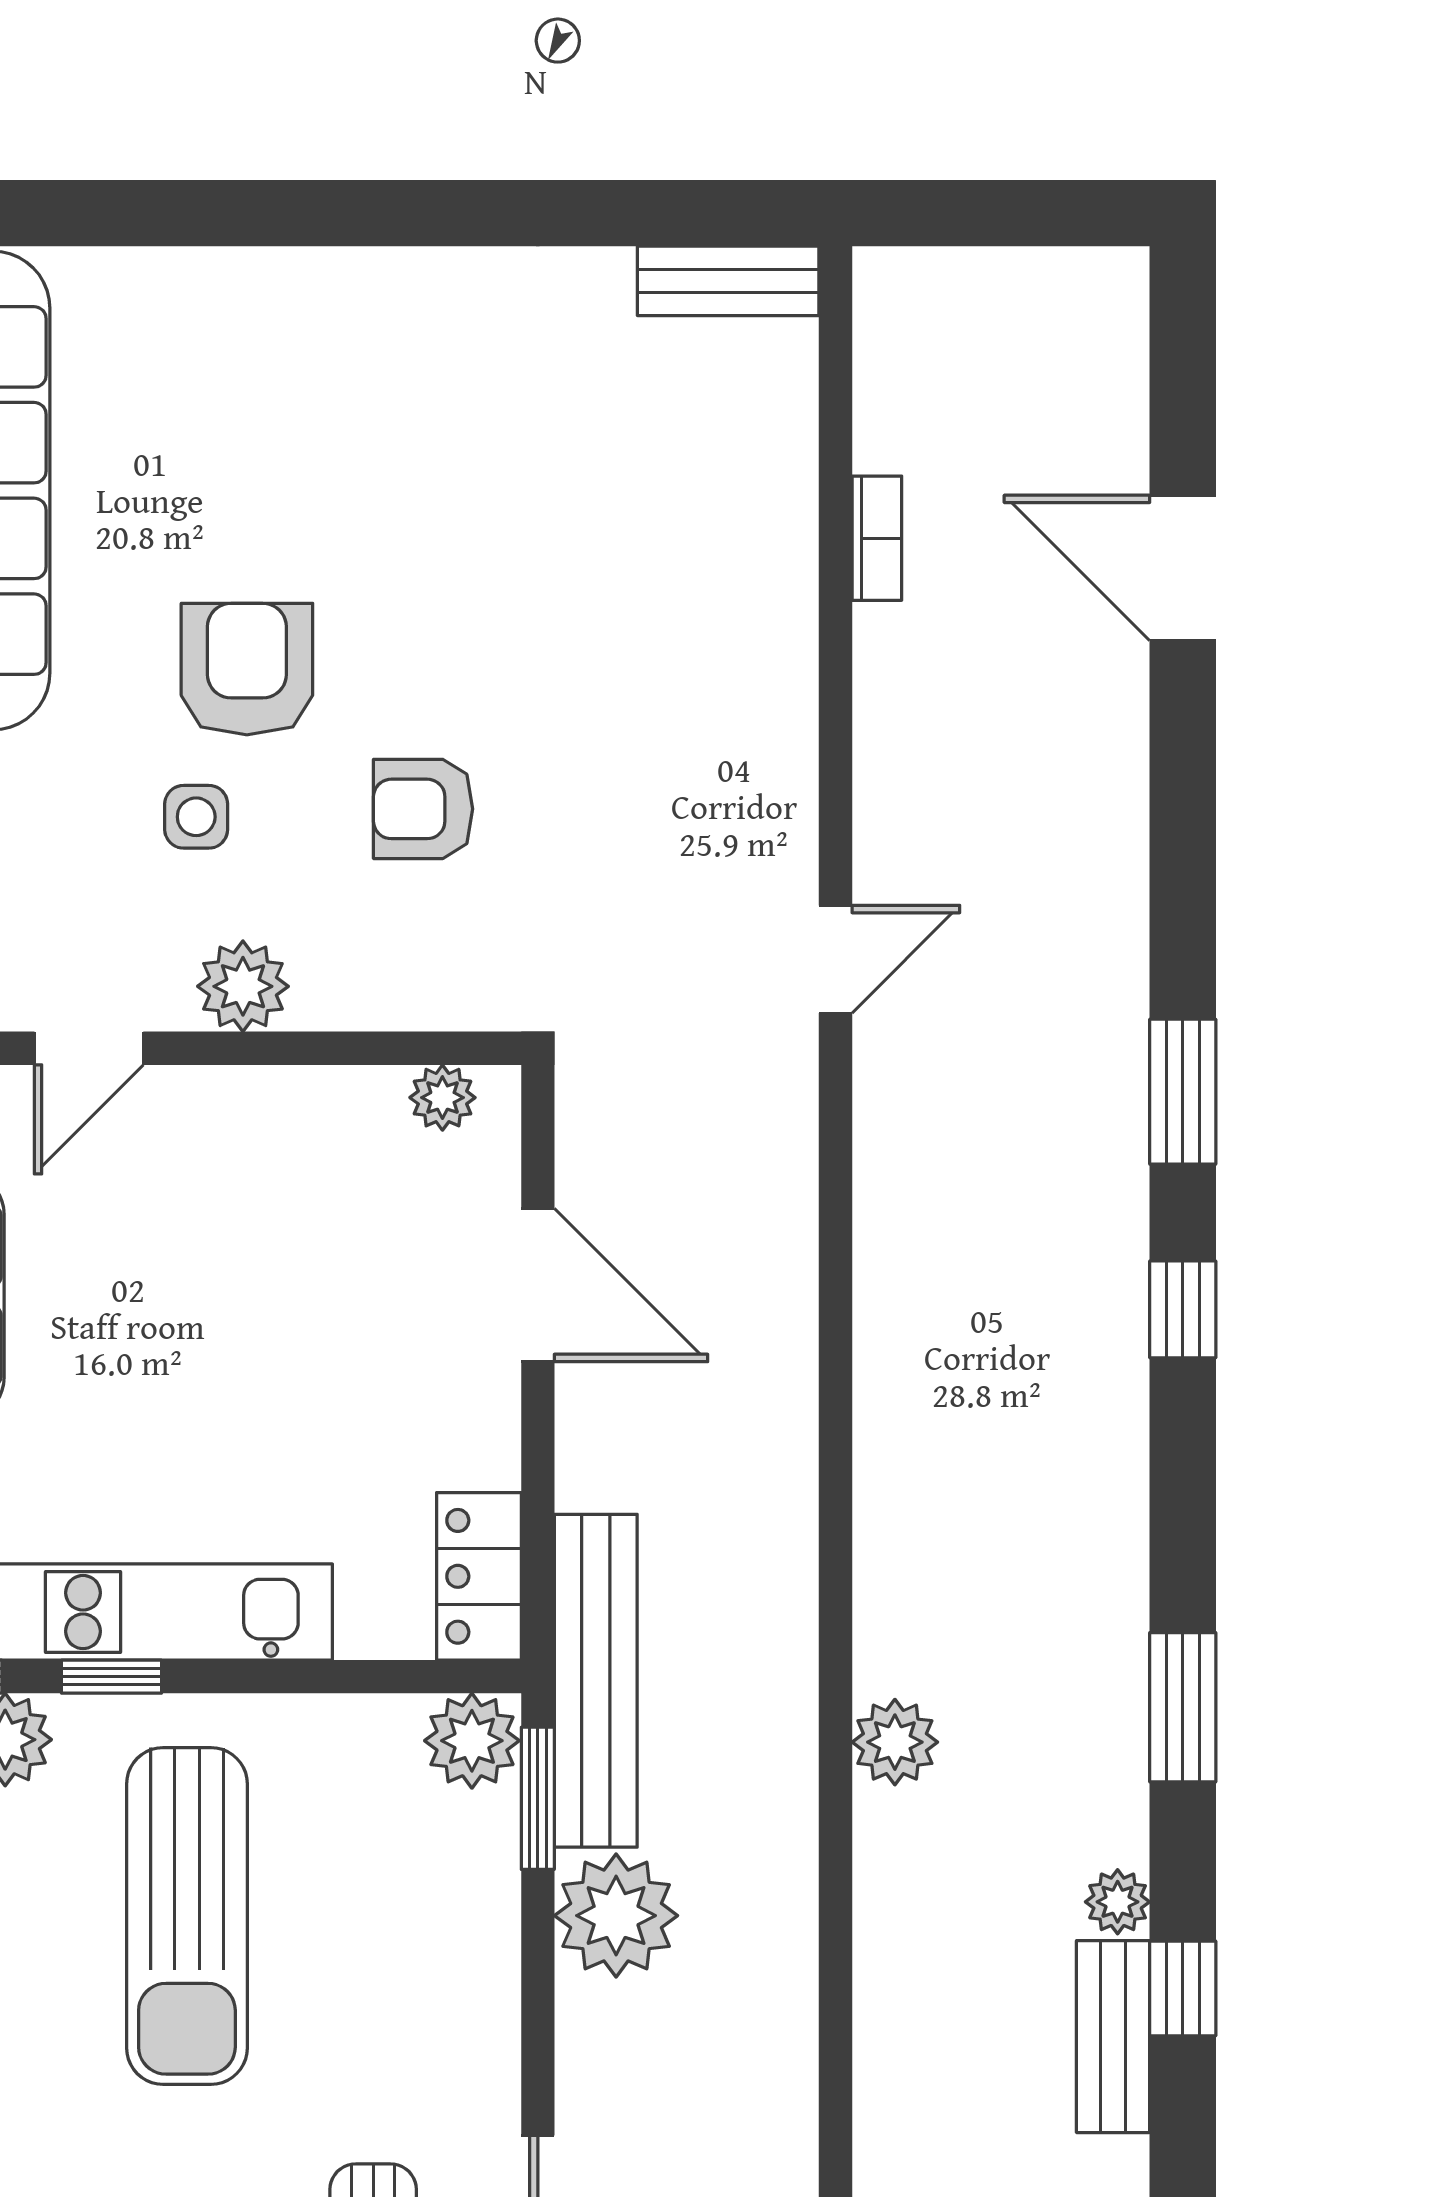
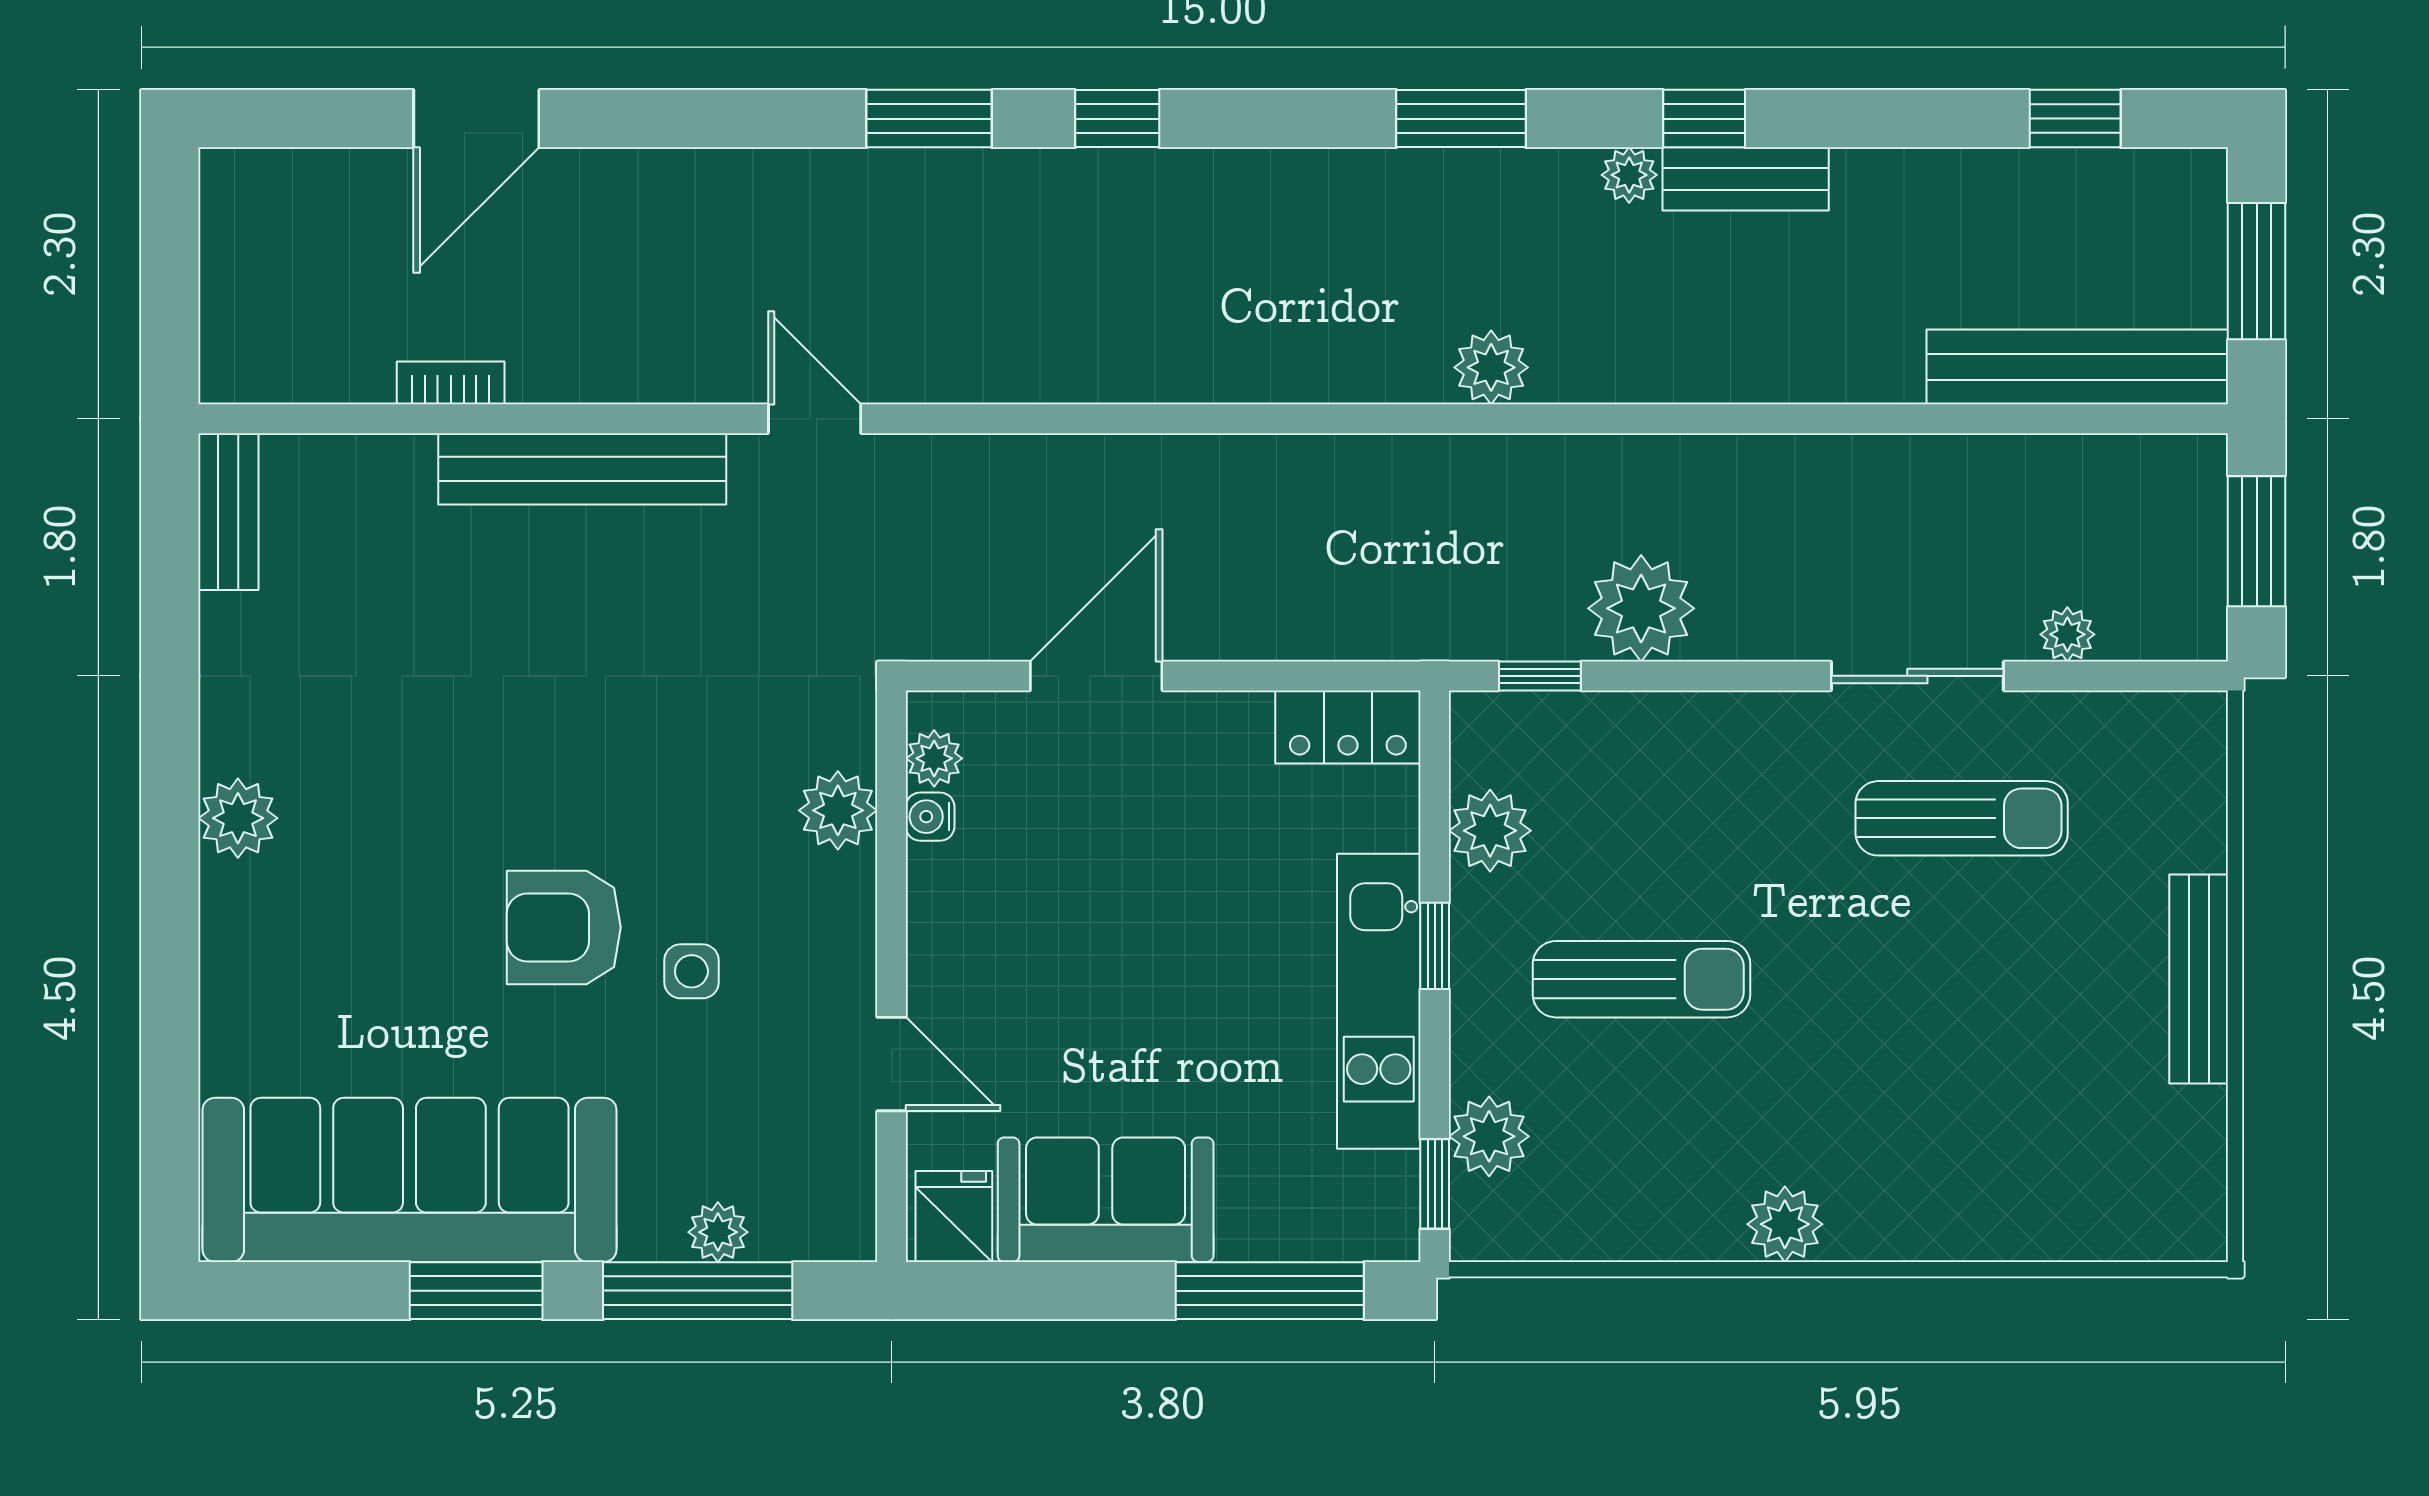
plant: (373, 292) -> (238, 818), added
armchair: (423, 809) -> (685, 775), removed
plant: (243, 986) -> (838, 810), moved
water cooler: (375, 1093) -> (930, 817), added
window: (111, 1677) -> (1435, 946), moved
bench: (596, 1681) -> (582, 469), moved
plant: (472, 1741) -> (1490, 831), moved
window: (538, 1798) -> (1540, 676), width x0.67
sun lounger: (187, 1916) -> (1641, 979), width x0.73, depth x0.75

